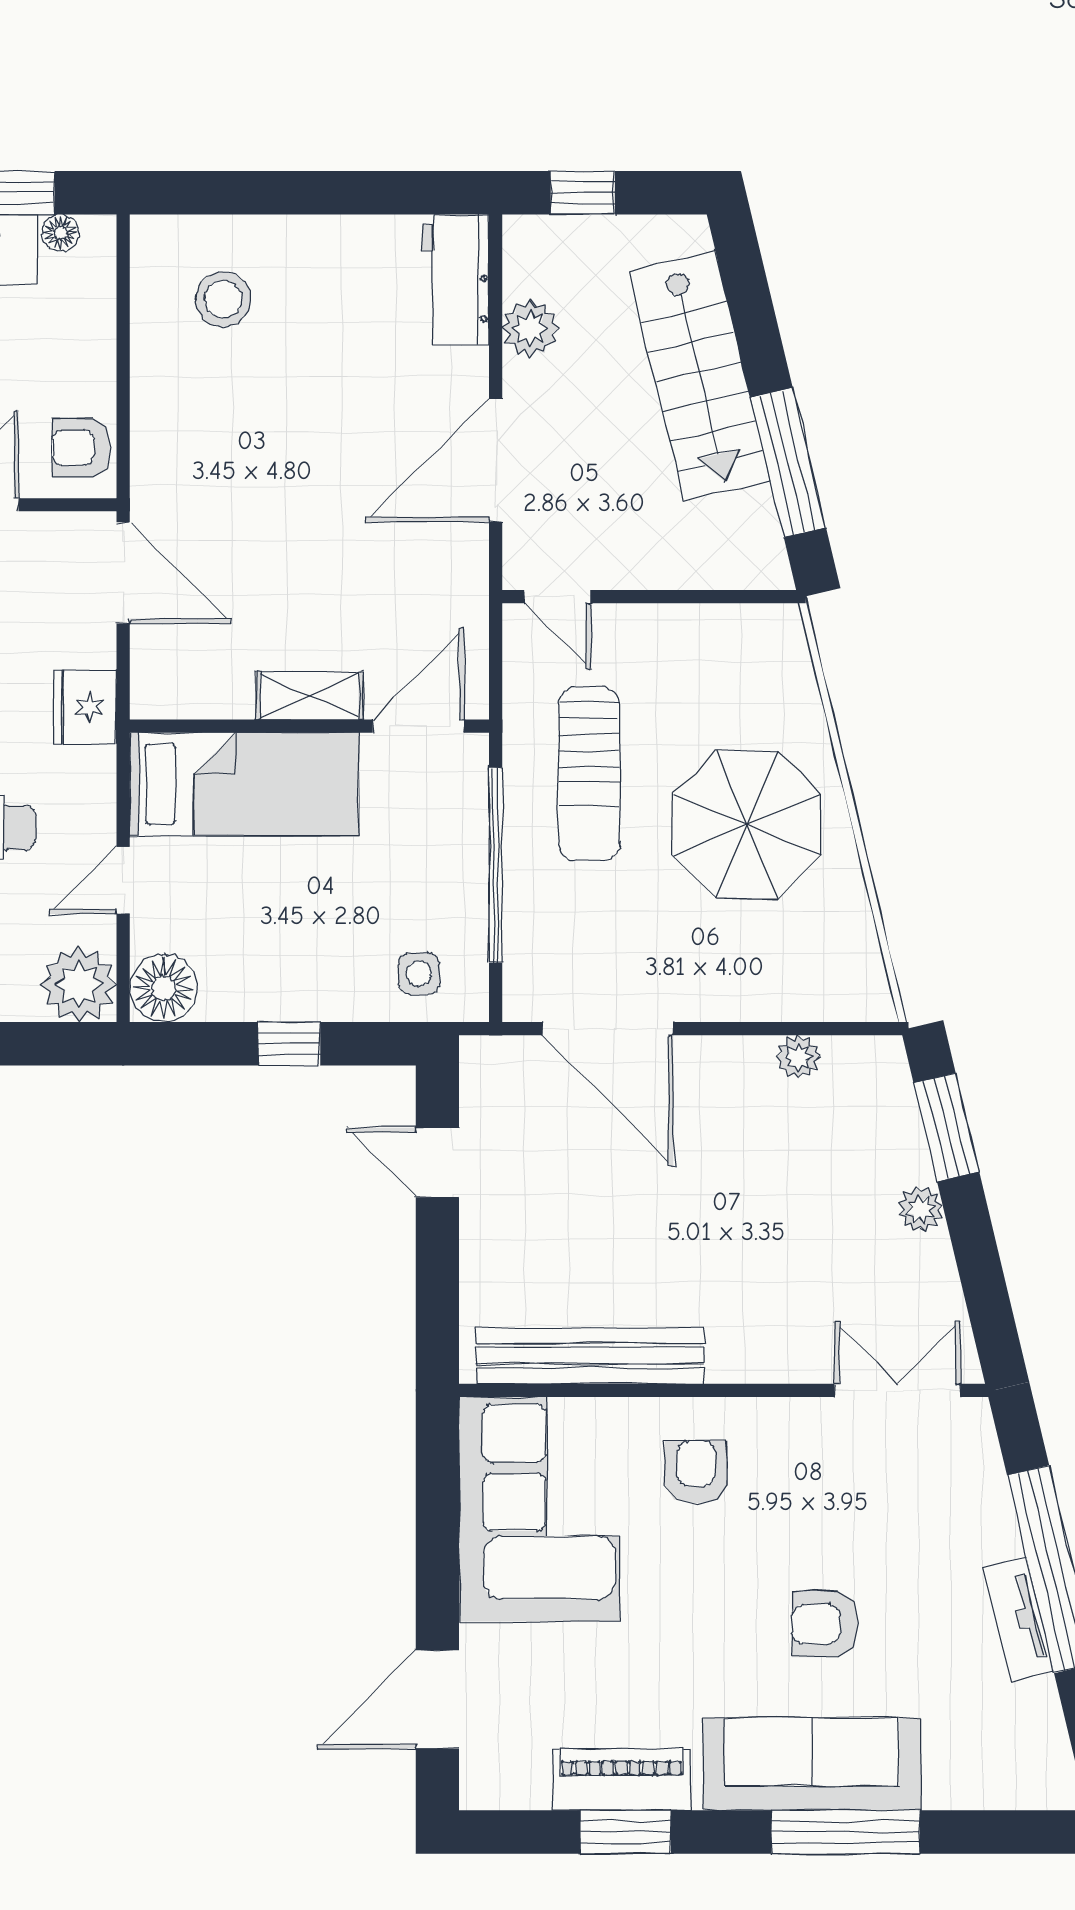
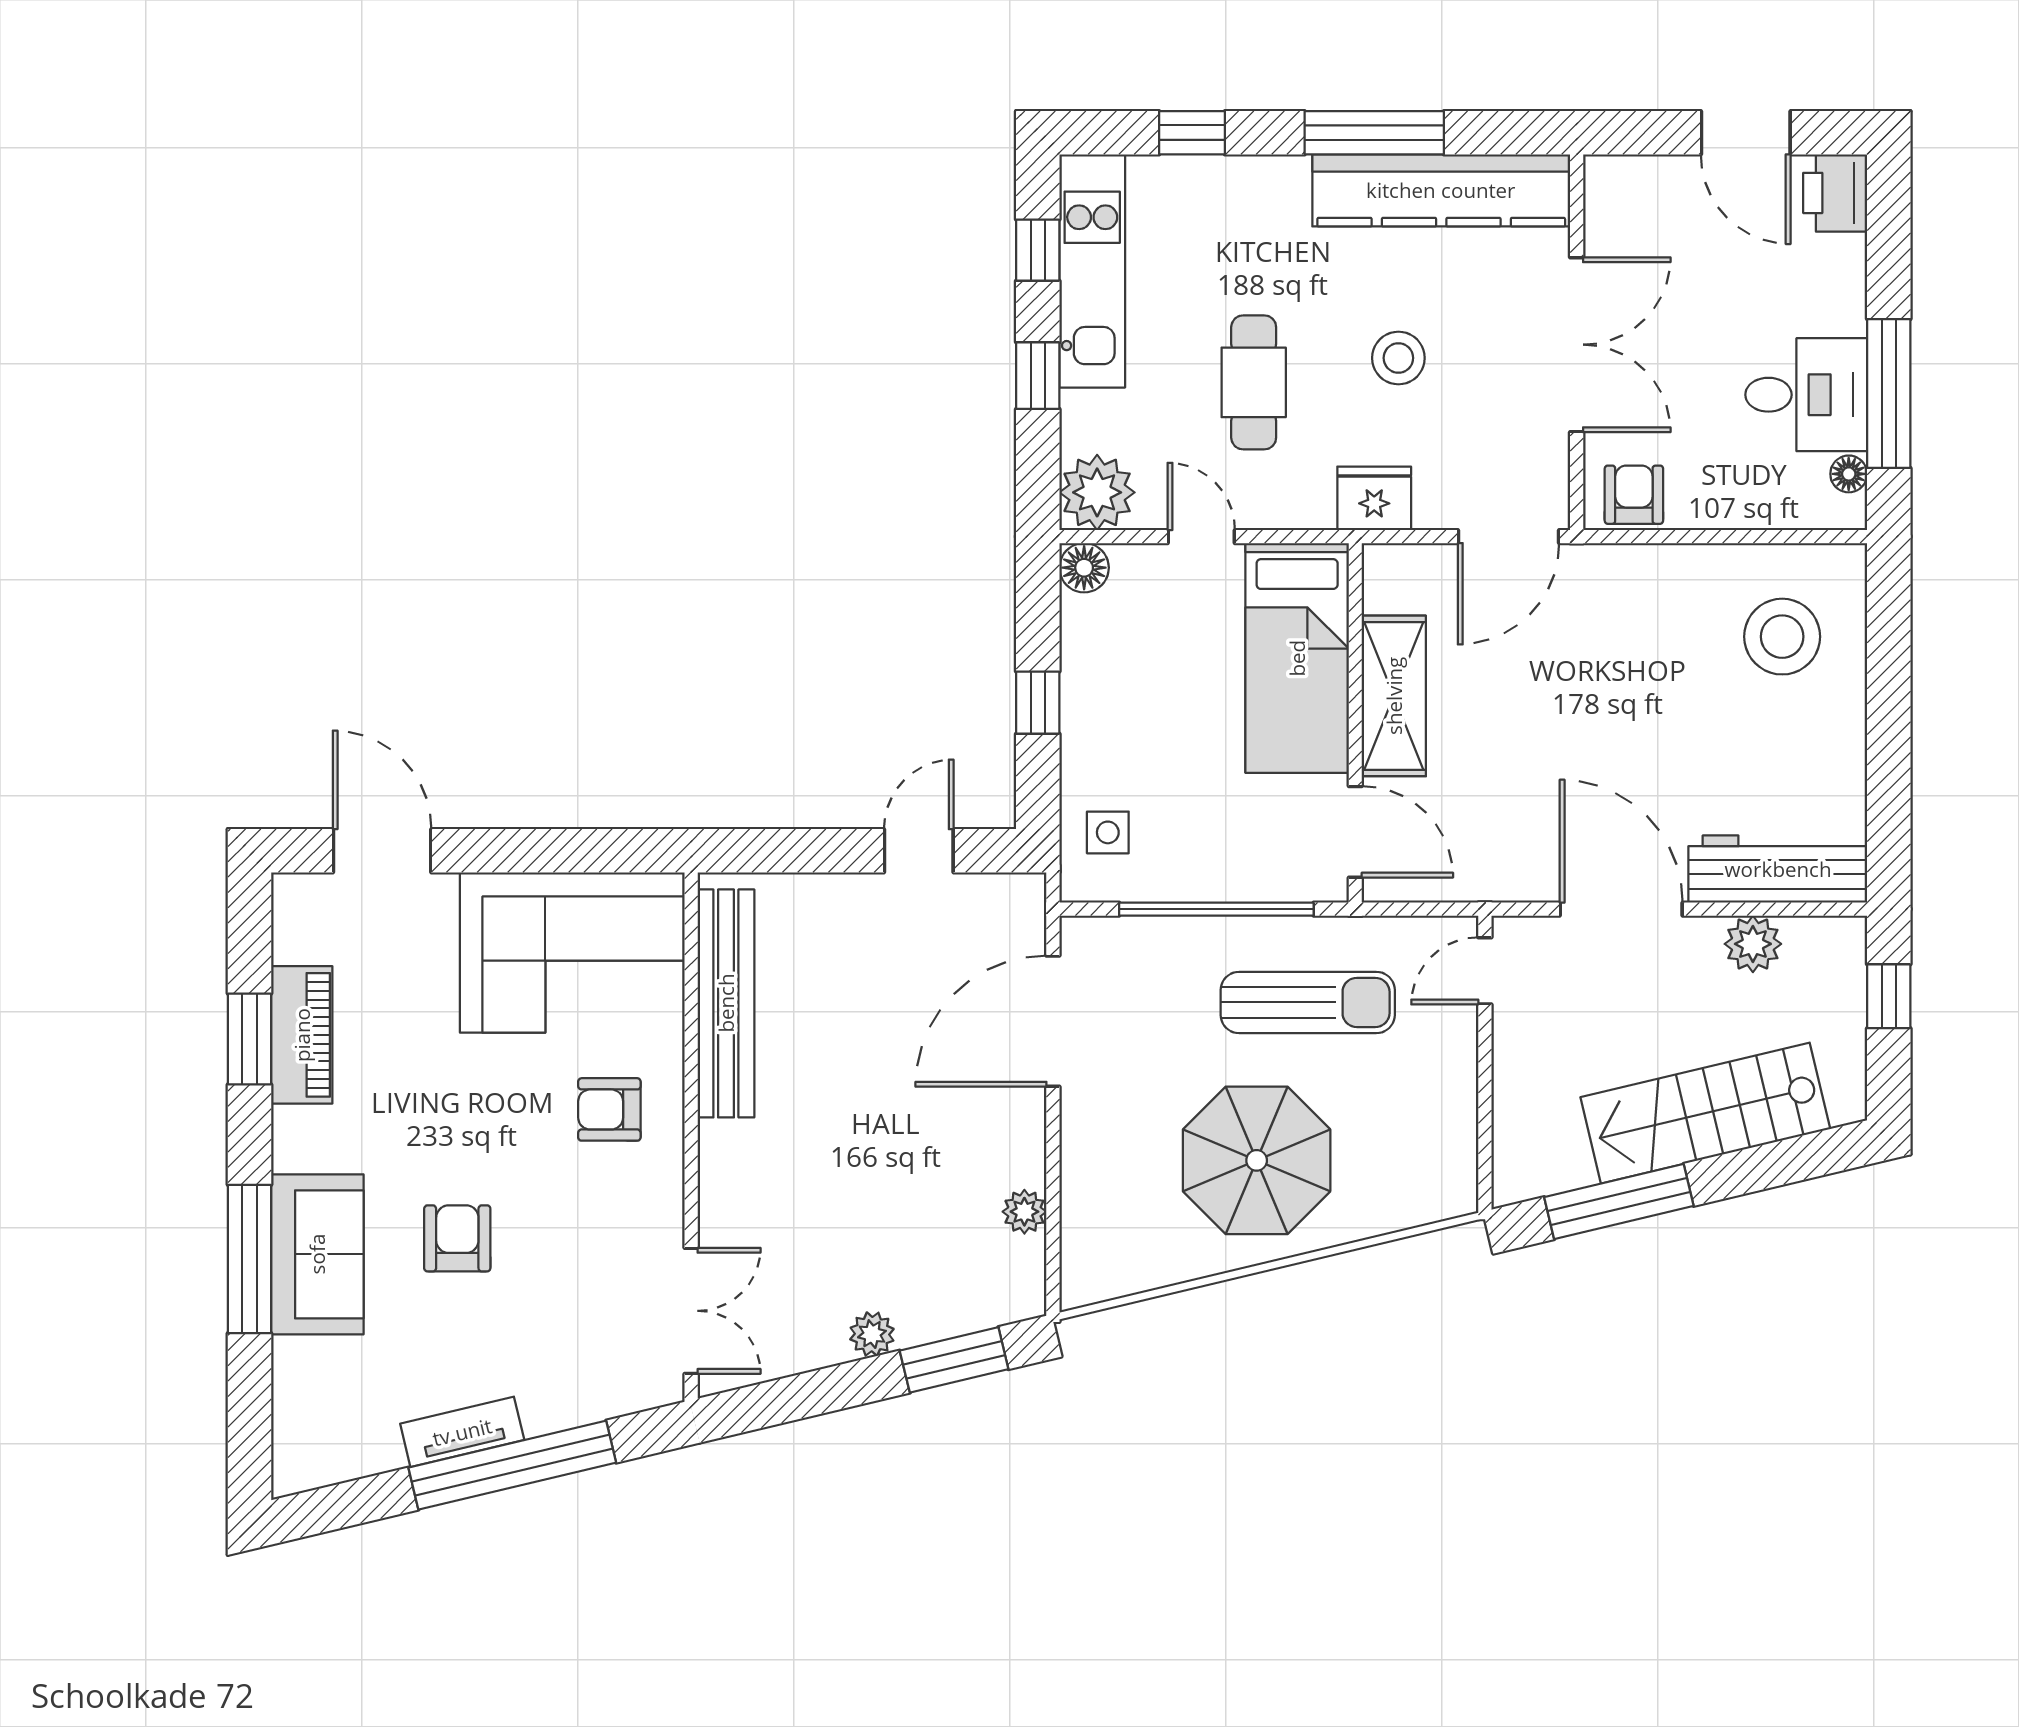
workbench: (456, 279) -> (1778, 869), width x1.38
stool: (223, 299) -> (1782, 637), width x1.38, depth x1.38
shelving: (309, 696) -> (1394, 696), width x1.50, depth x1.33
sun lounger: (589, 774) -> (1308, 1002), turned 180
floor lamp: (164, 988) -> (1084, 568), width x0.73, depth x0.73
armchair: (696, 1472) -> (609, 1109), turned 180
sofa: (812, 1764) -> (317, 1254), width x0.73

